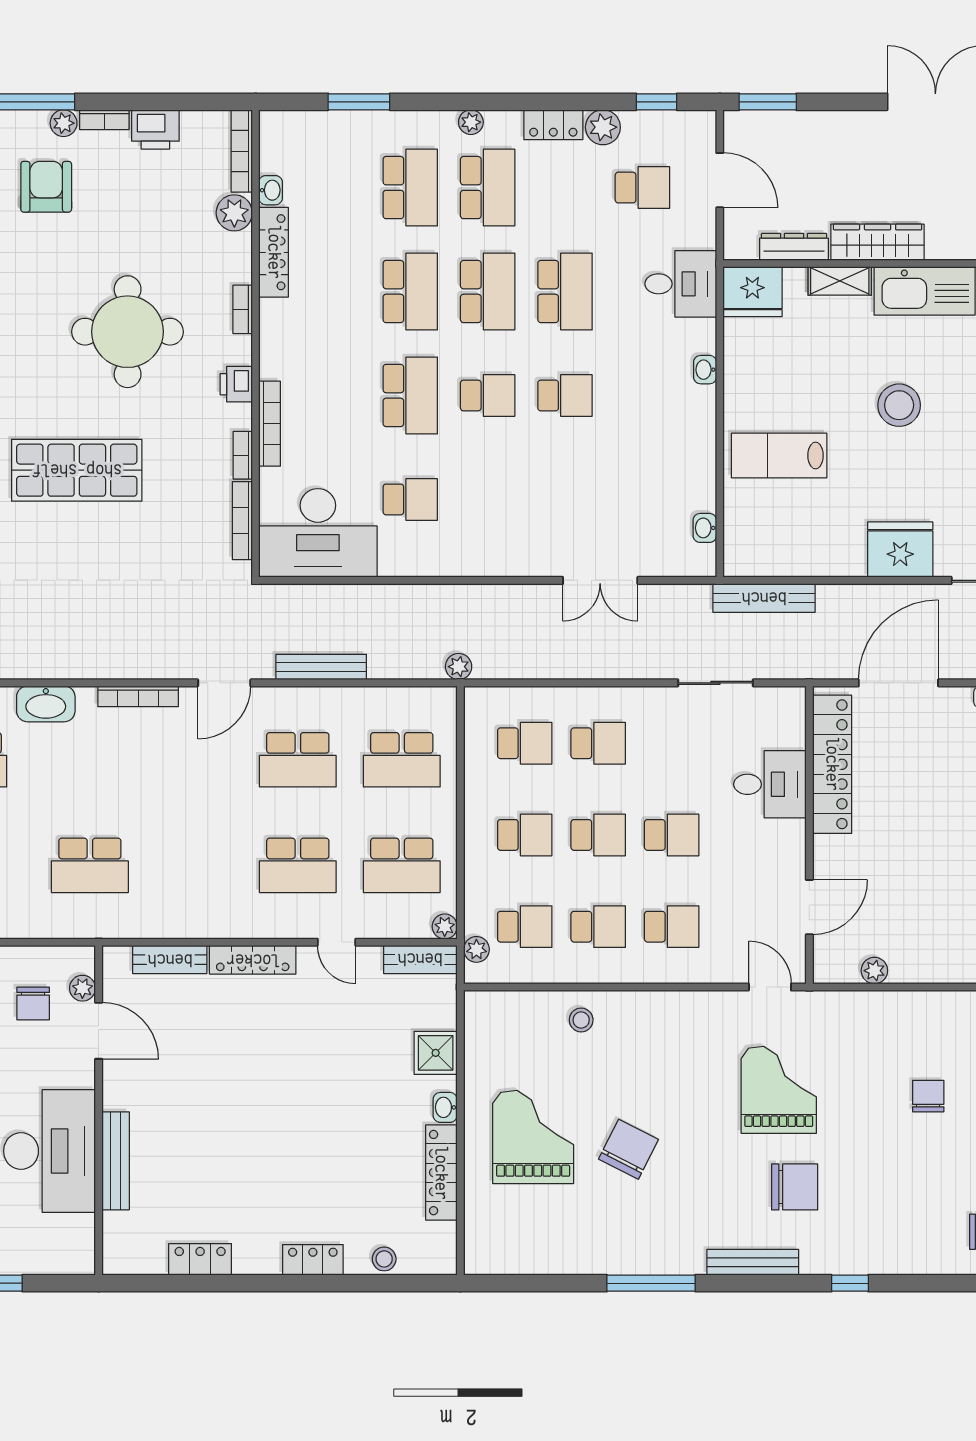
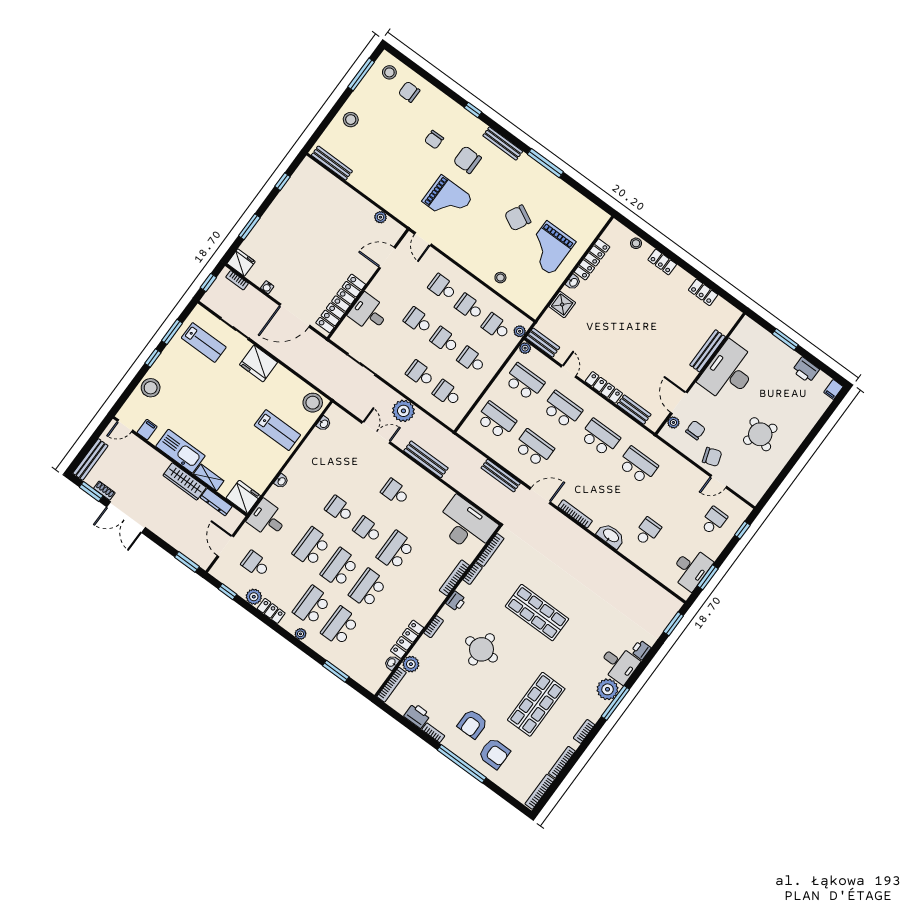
plant: (64, 123) -> (449, 742), removed
round table: (128, 332) -> (481, 649), width x0.73, depth x0.73
stool: (899, 405) -> (313, 403), moved
school desk: (410, 499) -> (395, 492), moved
bench: (764, 598) -> (426, 459), moved
plant: (459, 667) -> (403, 411), moved, width x1.88, depth x1.88
school desk: (194, 865) -> (600, 437), added
grand piano: (779, 1090) -> (447, 199), turned -90
chair: (928, 1096) -> (434, 140), moved

